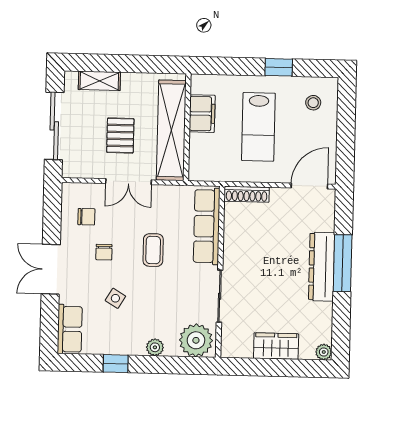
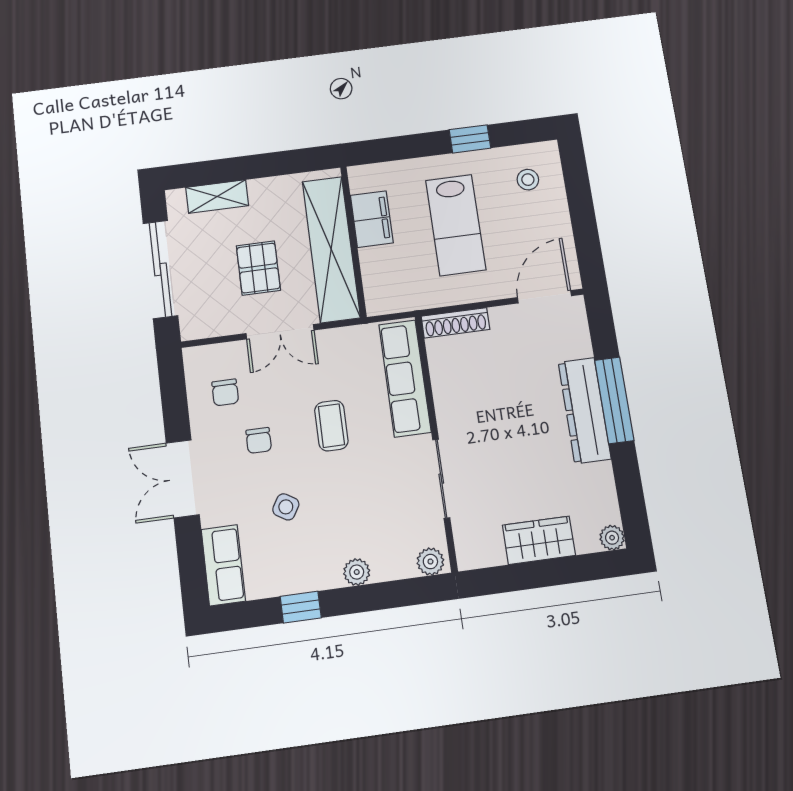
chair: (86, 217) -> (225, 392), turned 90
plant: (196, 340) -> (430, 562), width x0.53, depth x0.53

